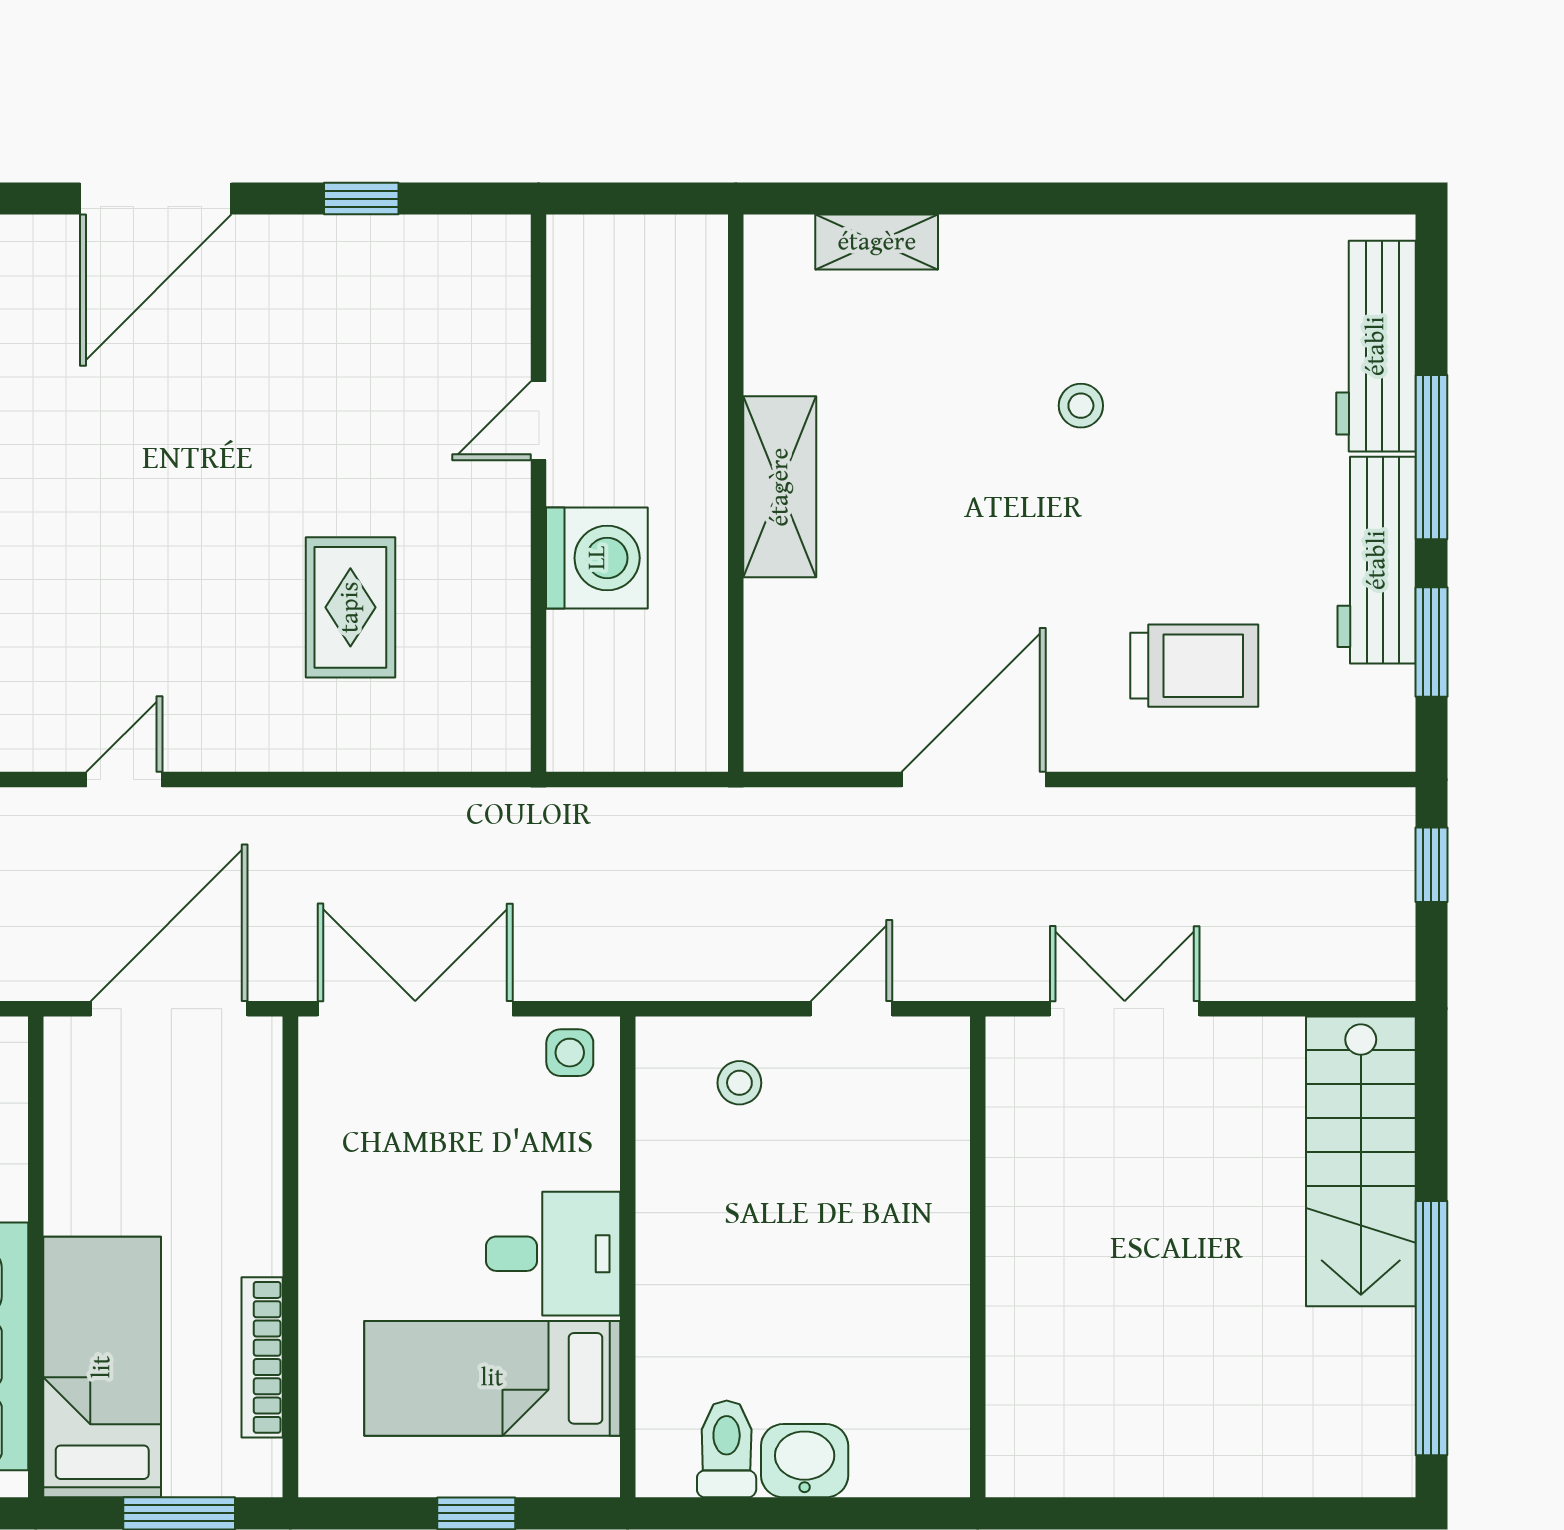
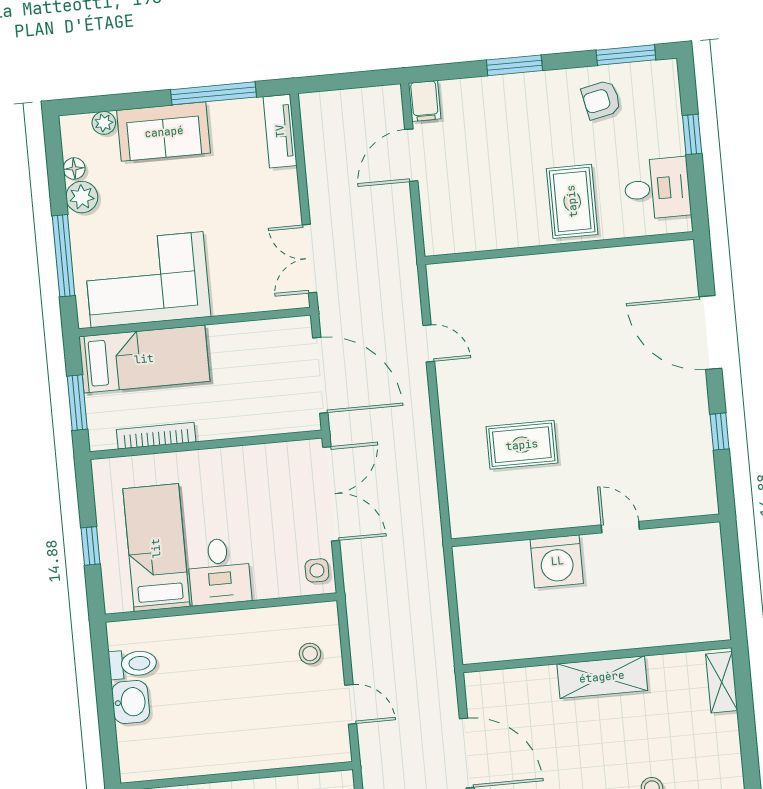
shelving: (780, 487) -> (602, 677), moved
wall: (736, 493) -> (597, 656), moved

